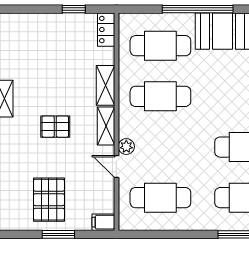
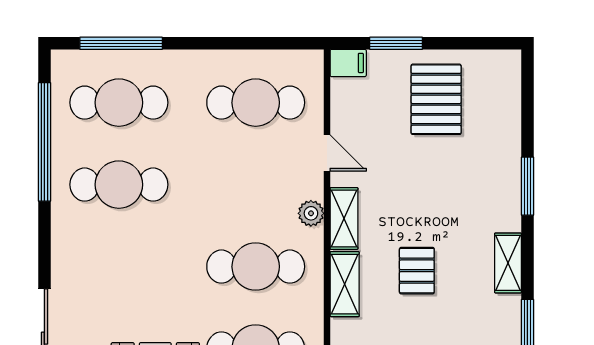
pallet: (55, 127) -> (417, 271), moved, turned 90
plant: (126, 147) -> (311, 213), moved
window: (58, 234) -> (396, 43), moved

